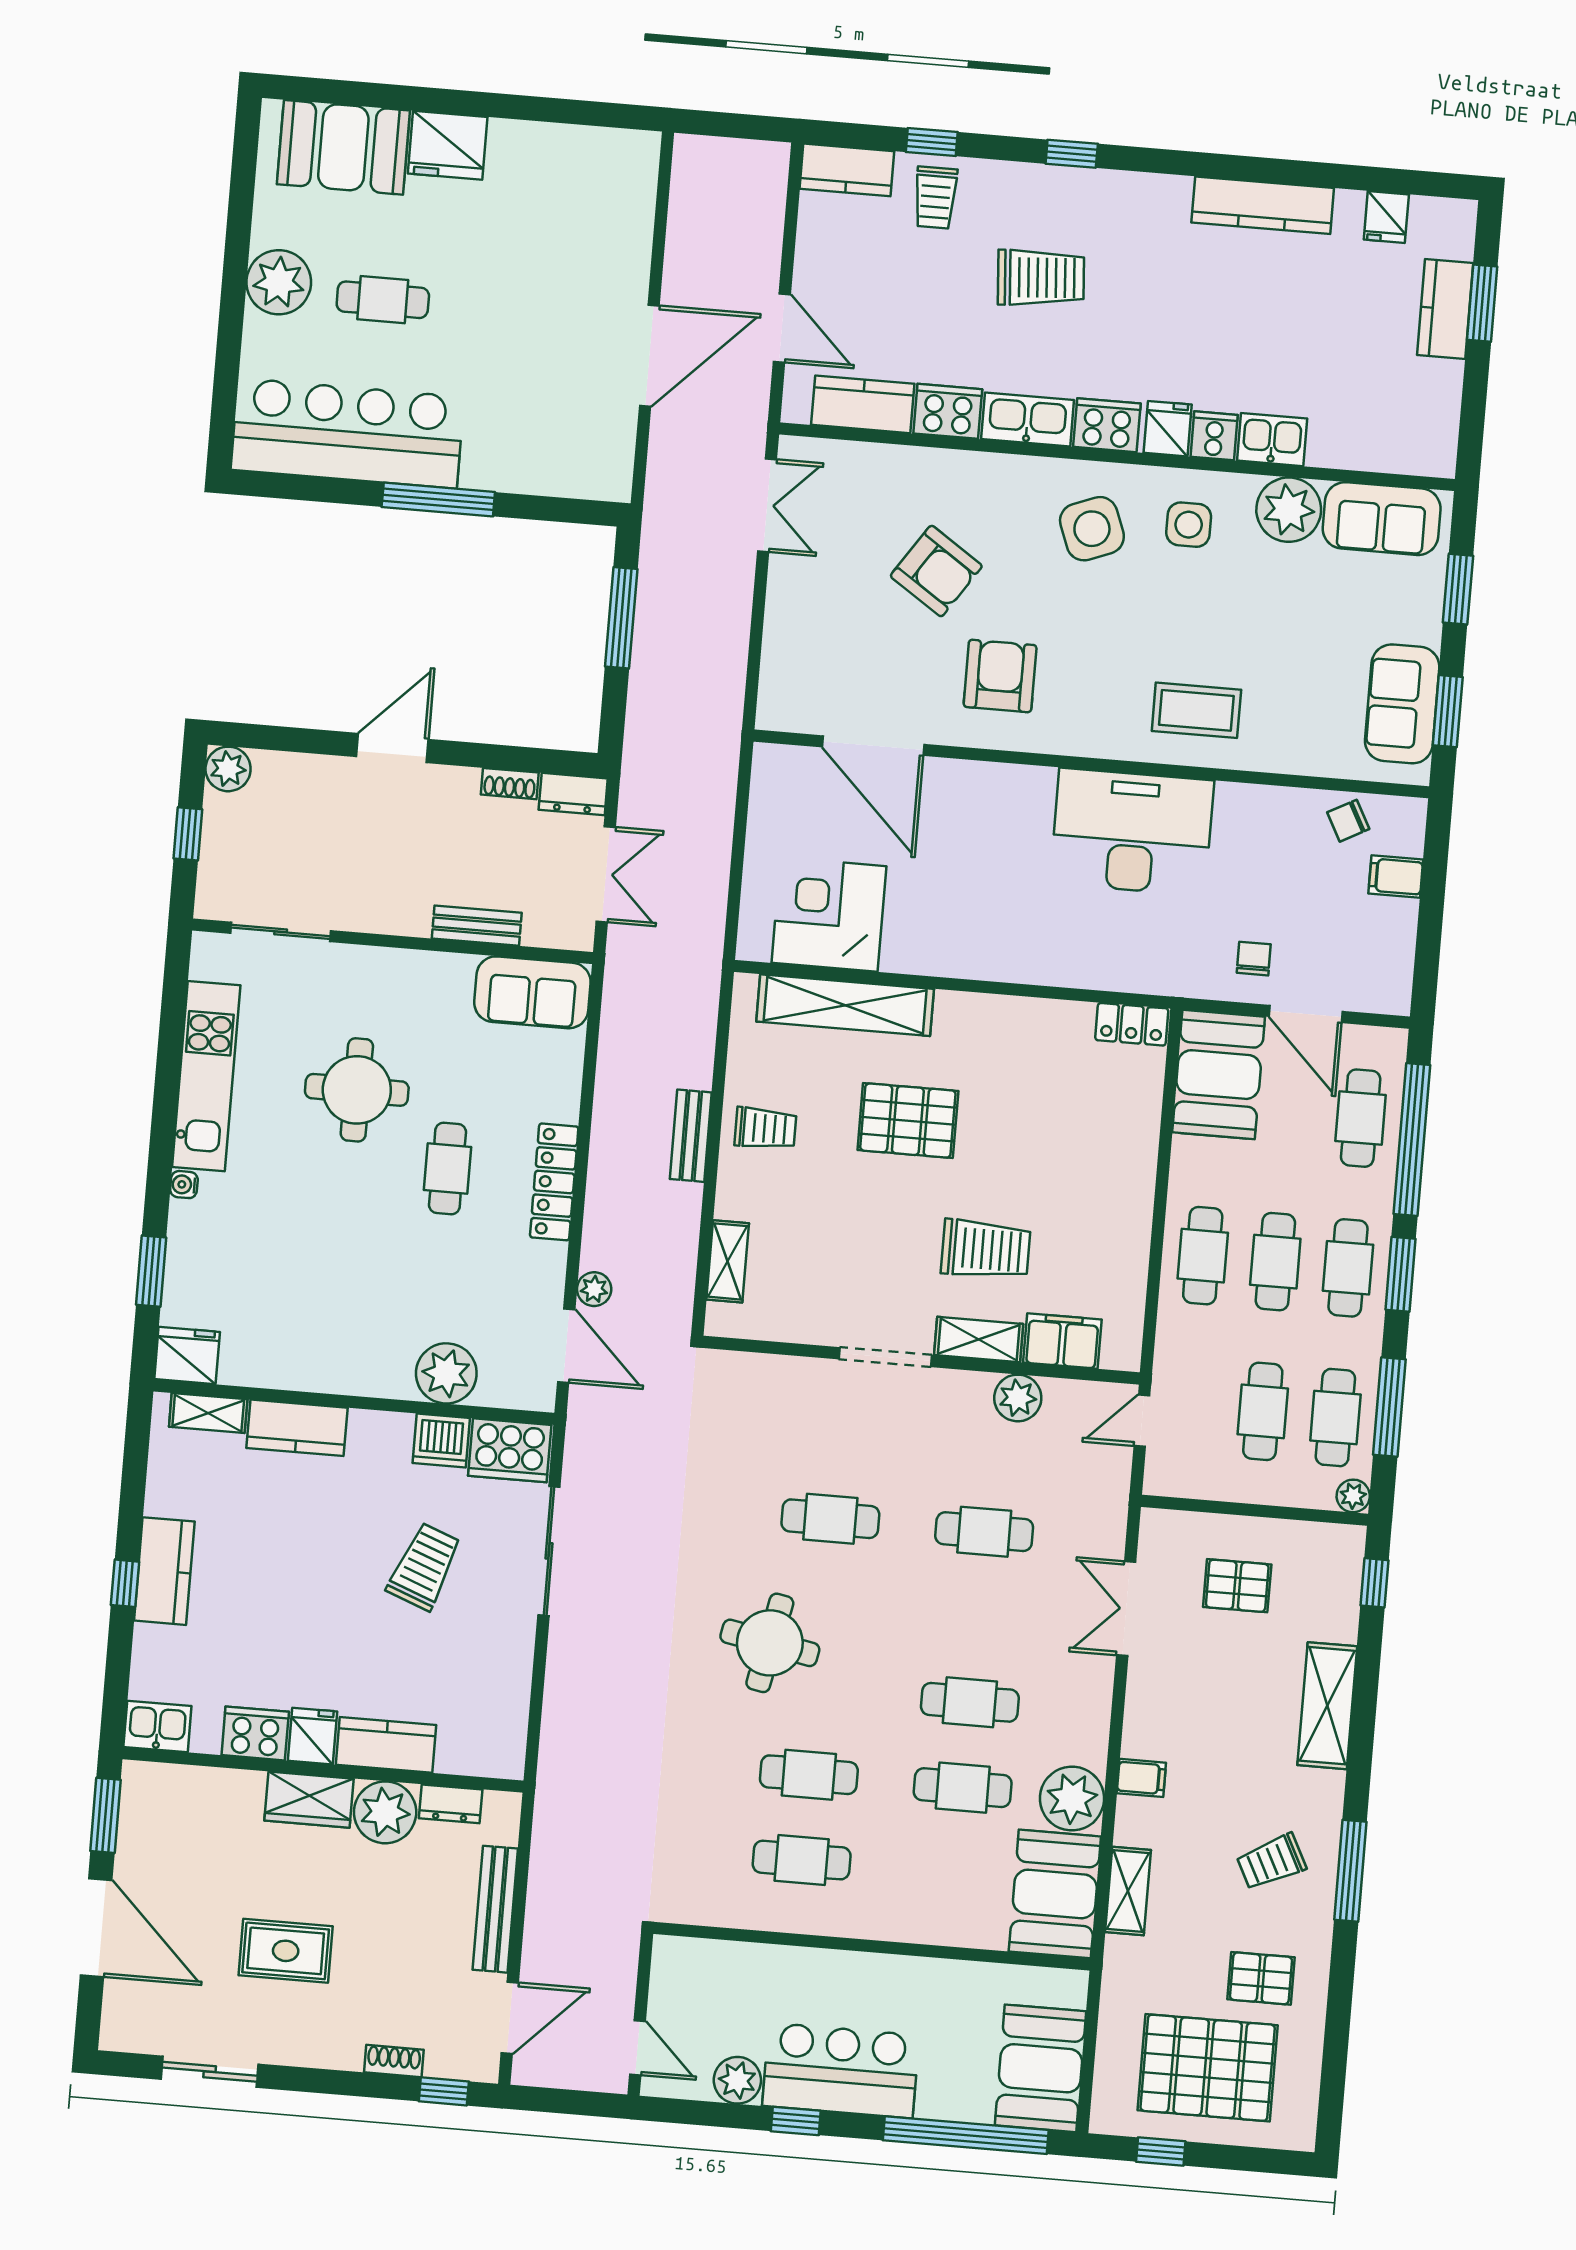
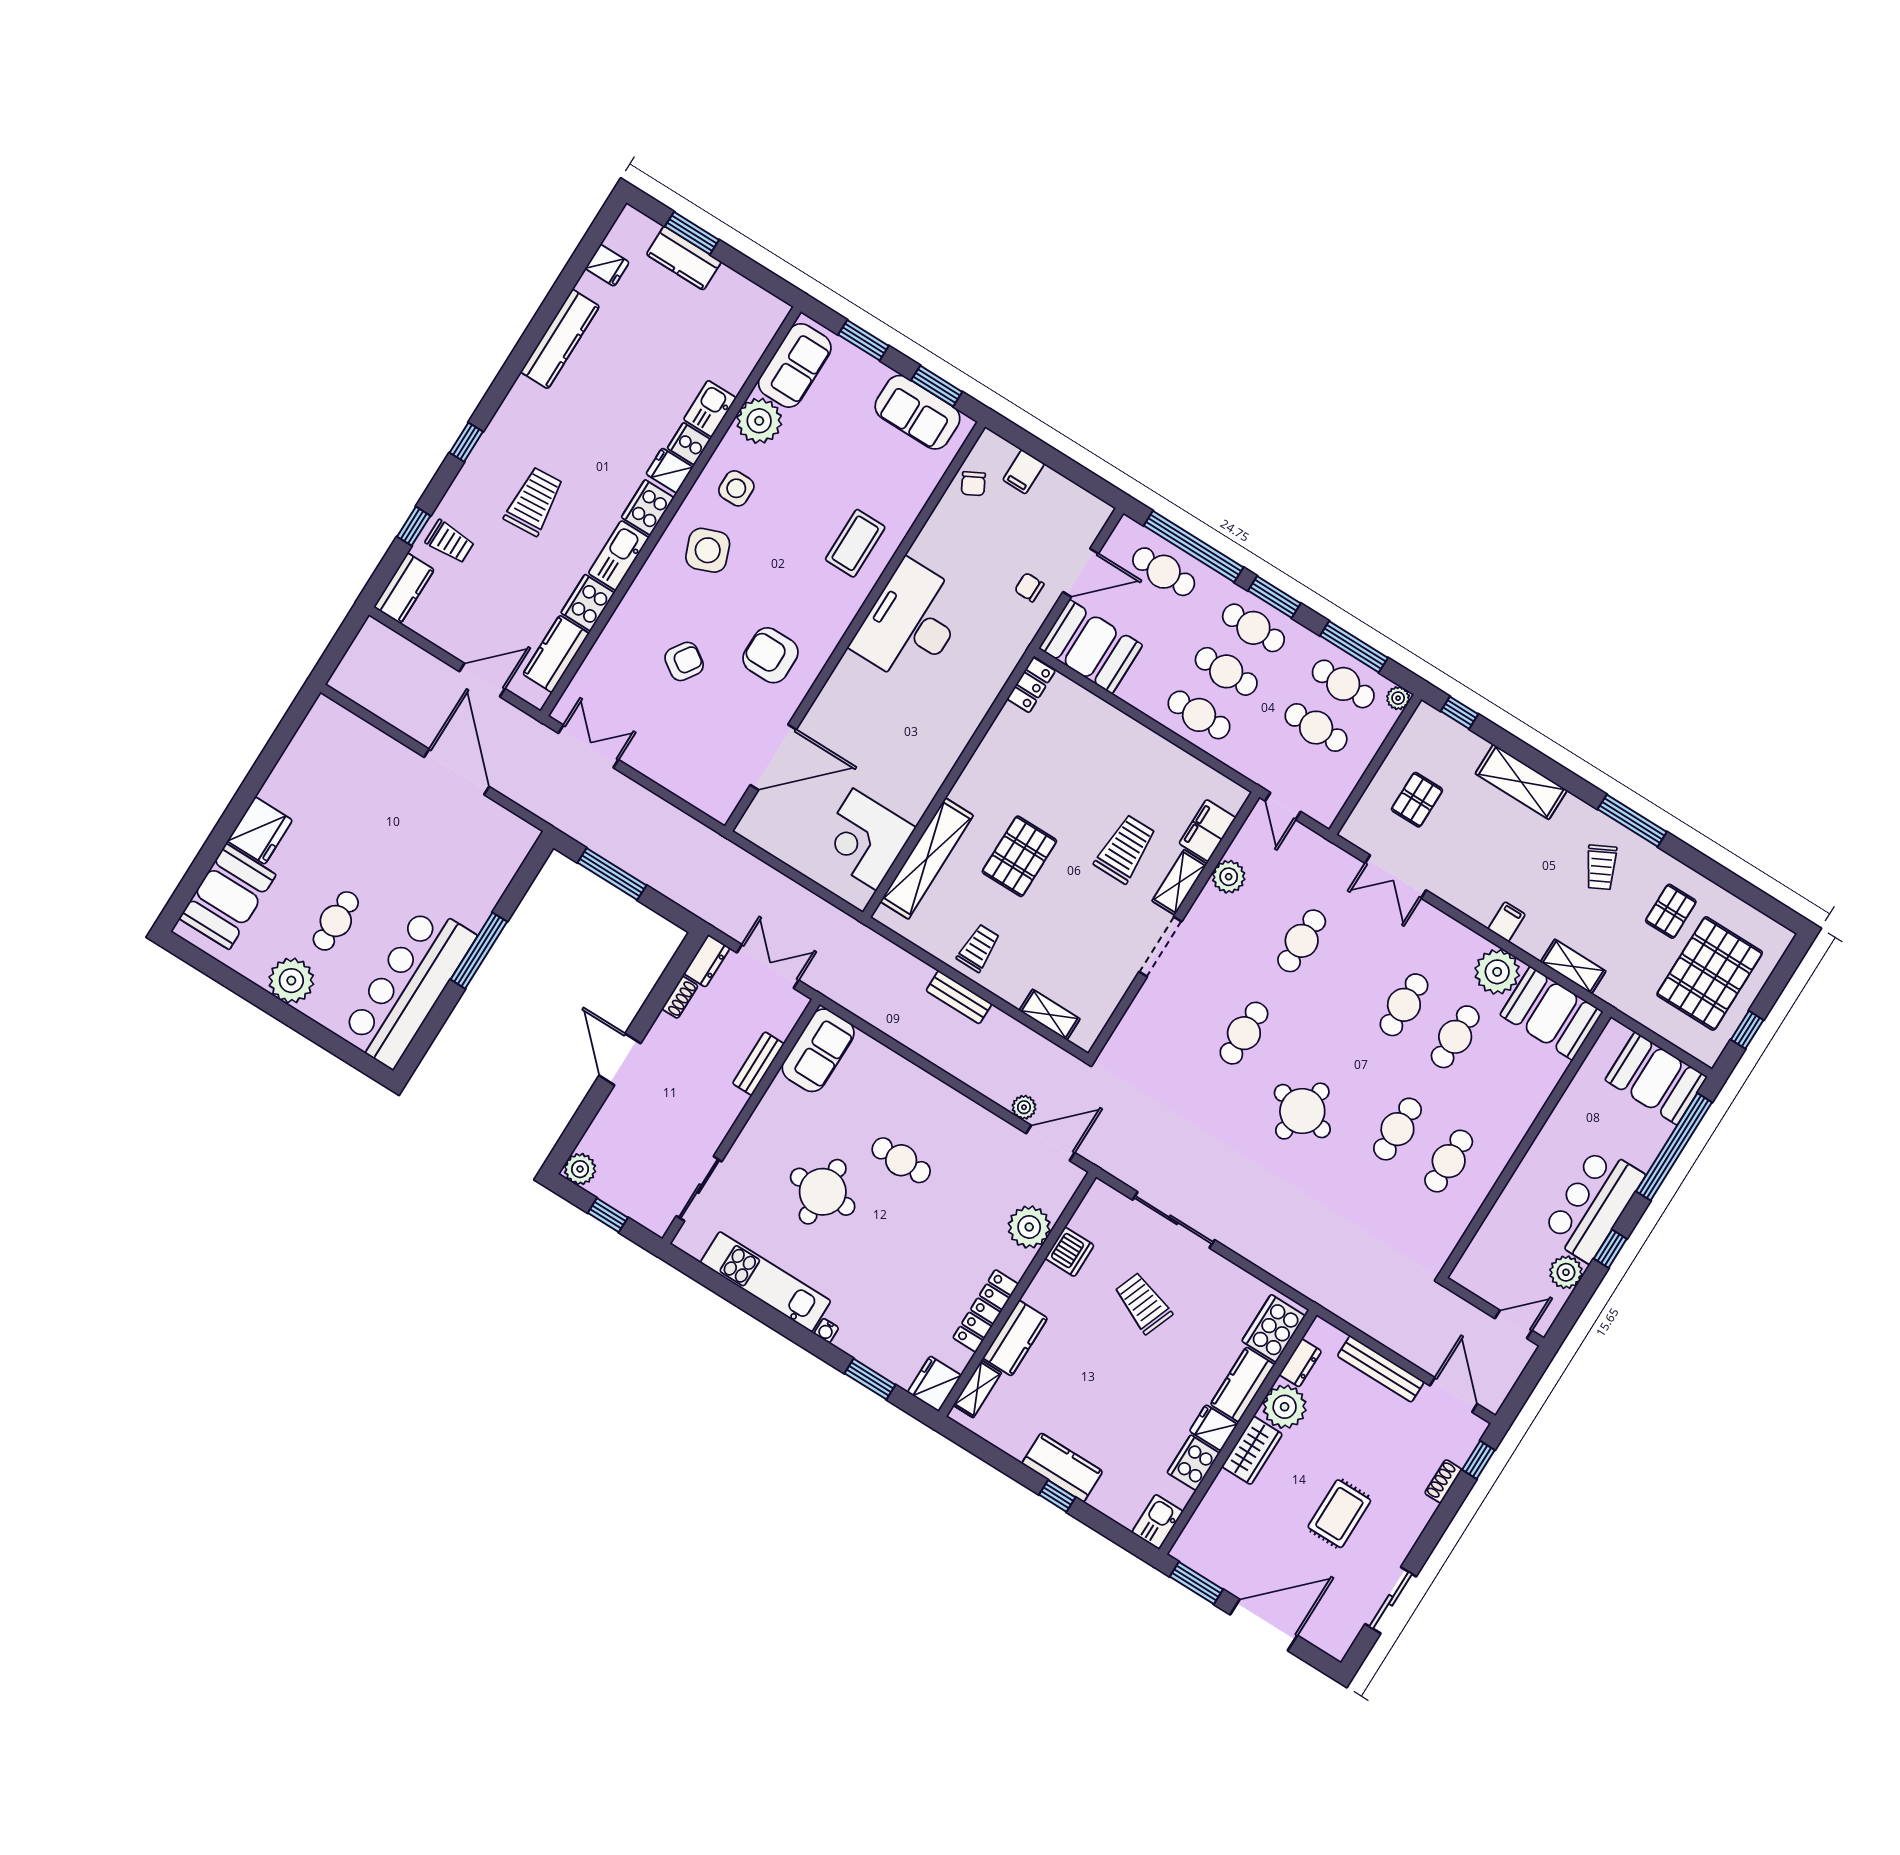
armchair: (936, 571) -> (684, 661), width x0.72, depth x0.72
locker: (554, 1182) -> (986, 1311), moved, turned 90
cooker: (510, 1450) -> (1274, 1328), moved, turned 180

